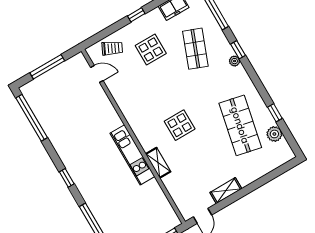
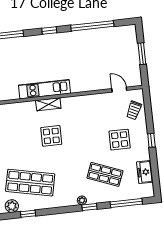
window: (47, 67) -> (142, 54), width x0.69
door: (97, 74) -> (119, 90), swing flipped
window: (32, 118) -> (92, 26), moved
shelving: (158, 163) -> (48, 104), moved

